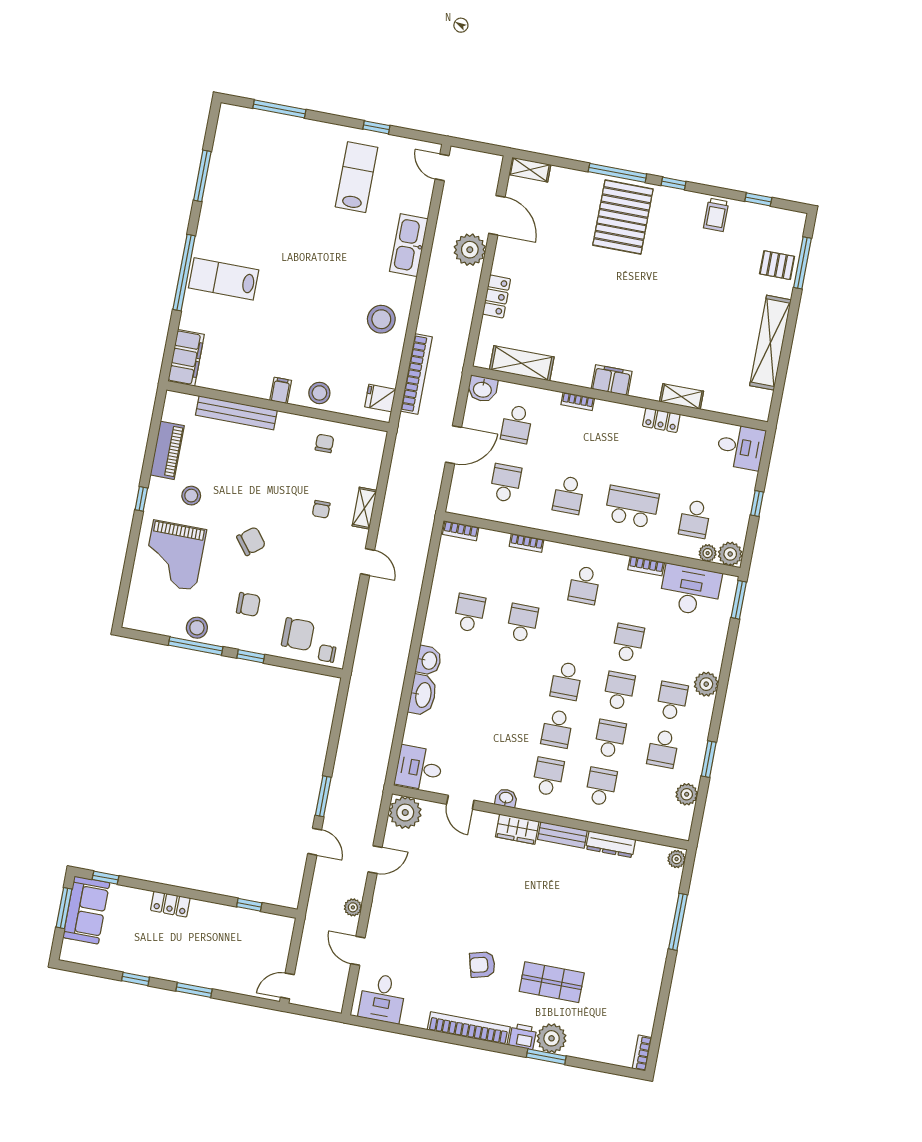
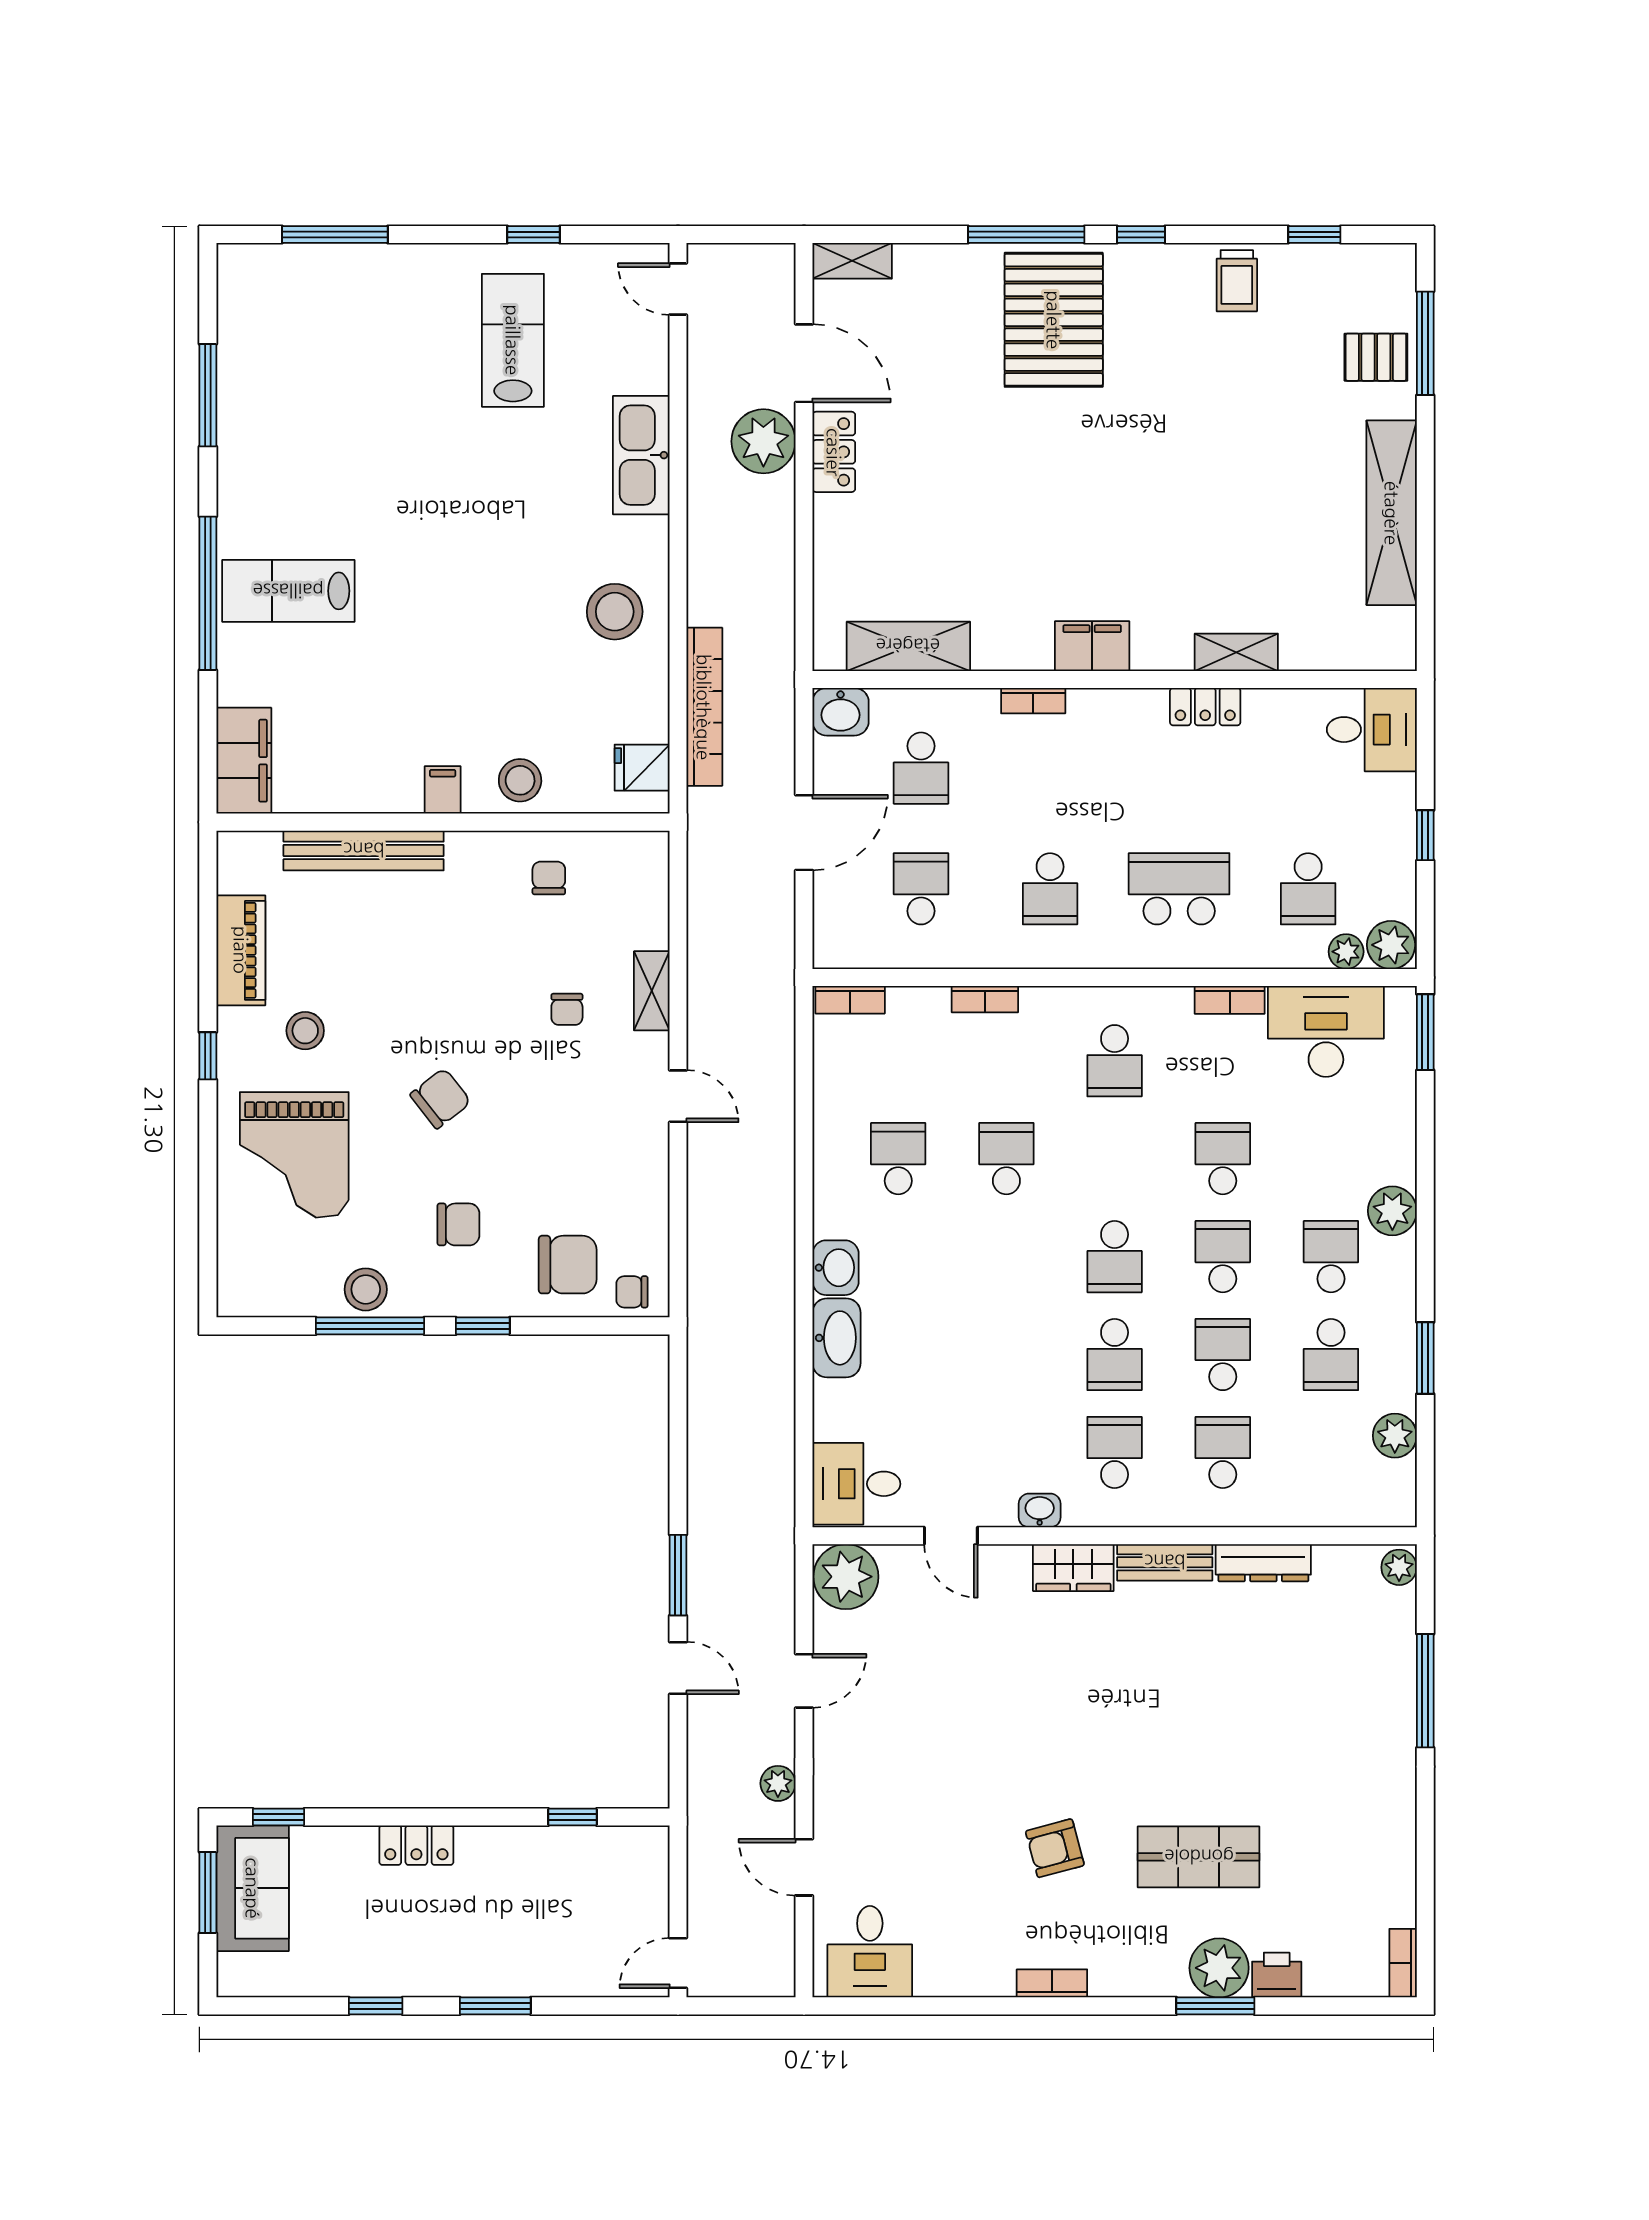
locker: (497, 296) -> (834, 452), moved
bookcase: (469, 1028) -> (1052, 1983), width x0.43, depth x0.76
printer: (523, 1037) -> (1277, 1975), moved

